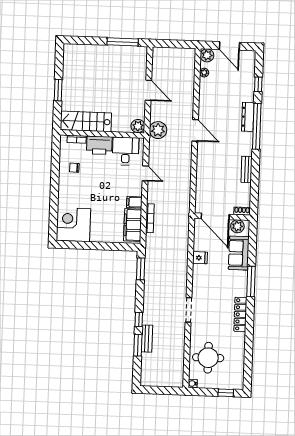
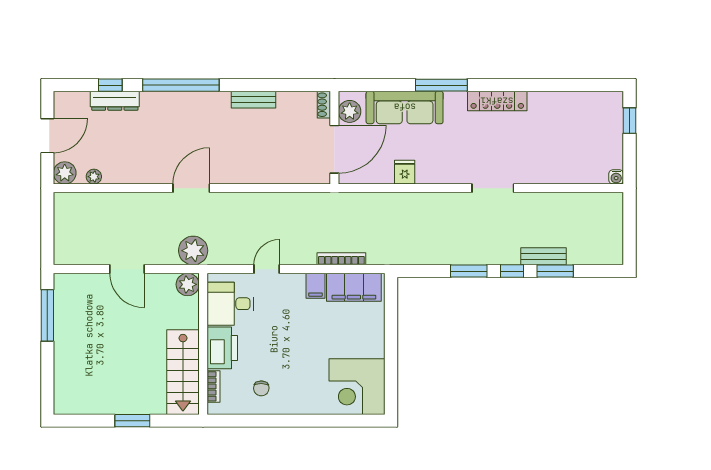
door: (148, 90) -> (127, 269), swing flipped
dresser: (248, 117) -> (115, 101), moved
sofa: (239, 253) -> (405, 107), width x1.36
window: (141, 269) -> (469, 271), moved
round table: (208, 358) -> (572, 152), removed

